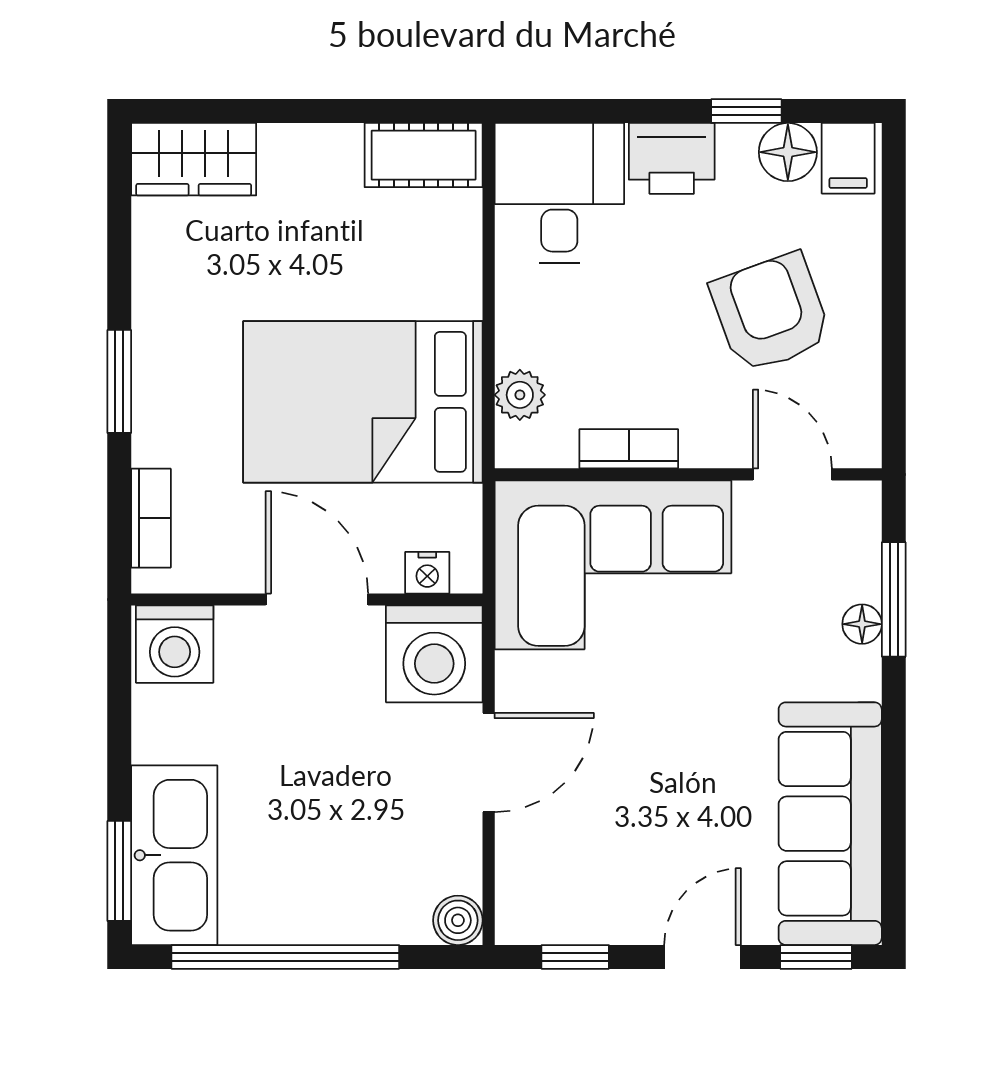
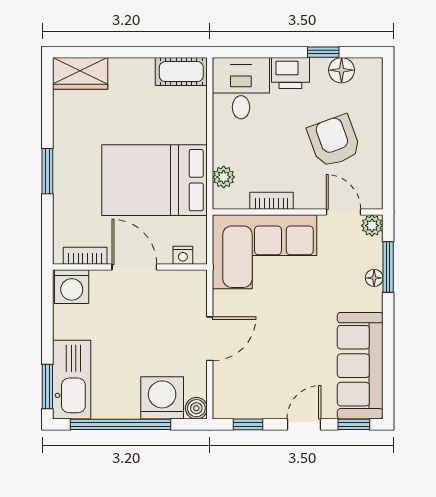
filing cabinet: (848, 158) -> (368, 73), removed
plant: (857, 505) -> (372, 226), added
bookcase: (151, 518) -> (85, 256), moved, turned -90
washing machine: (434, 654) -> (162, 398), moved, turned 180

